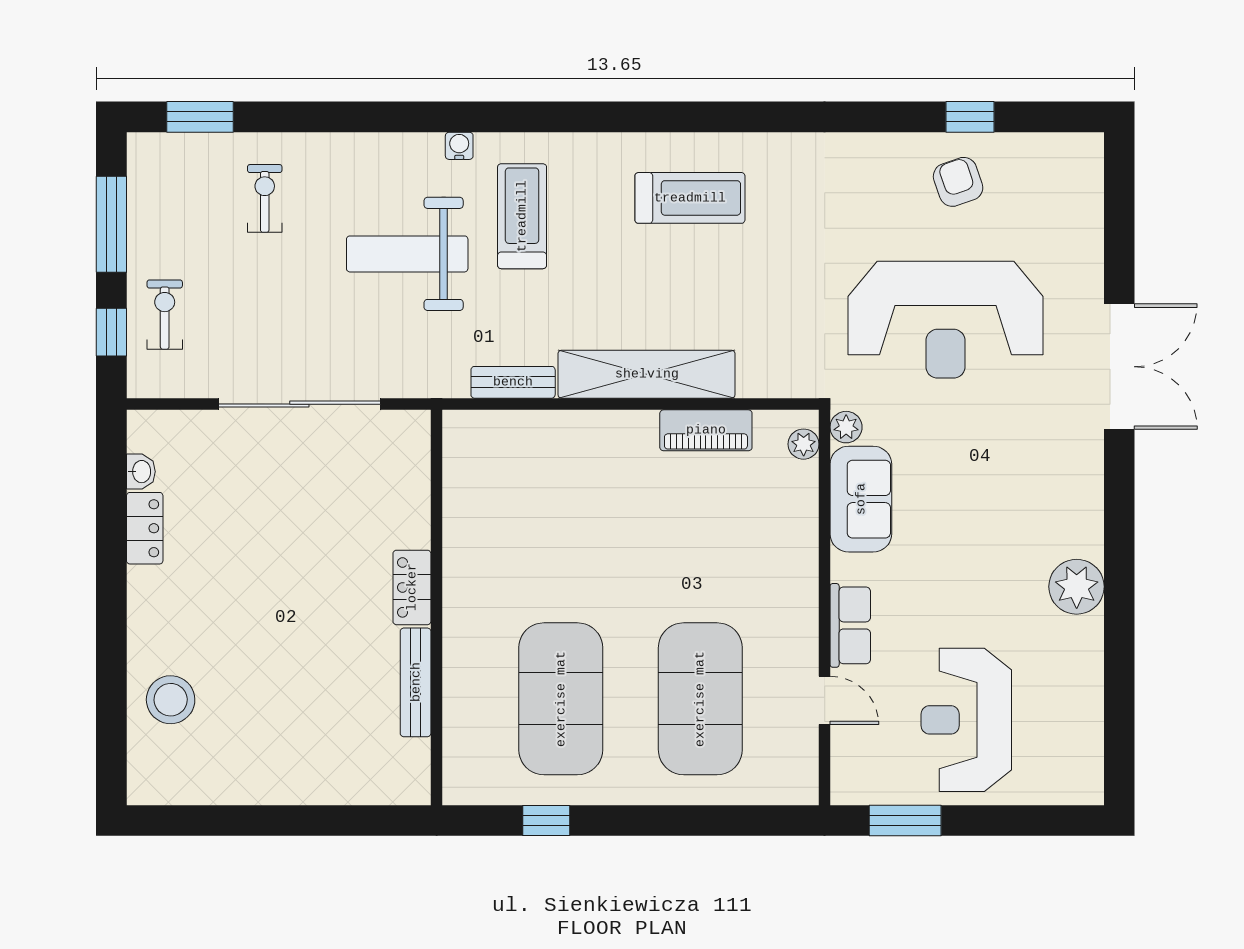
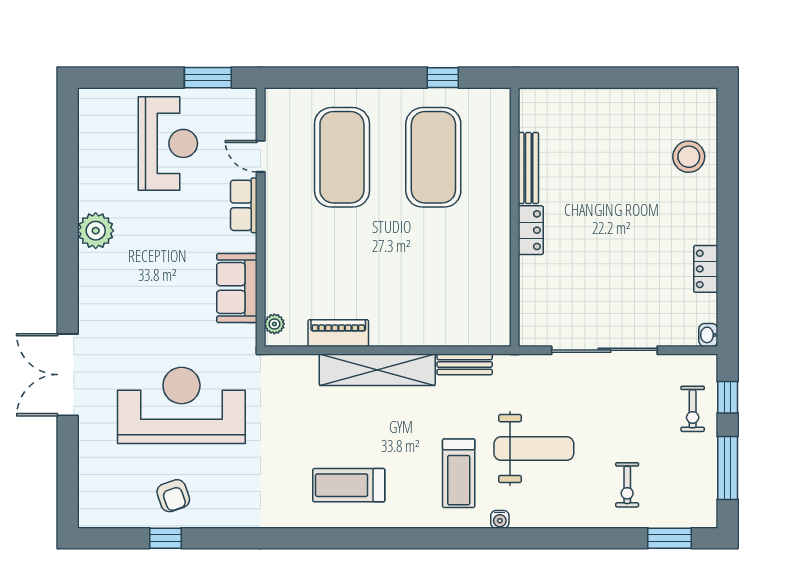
plant: (846, 427) -> (247, 335), removed
washbasin: (141, 472) -> (708, 335), moved

